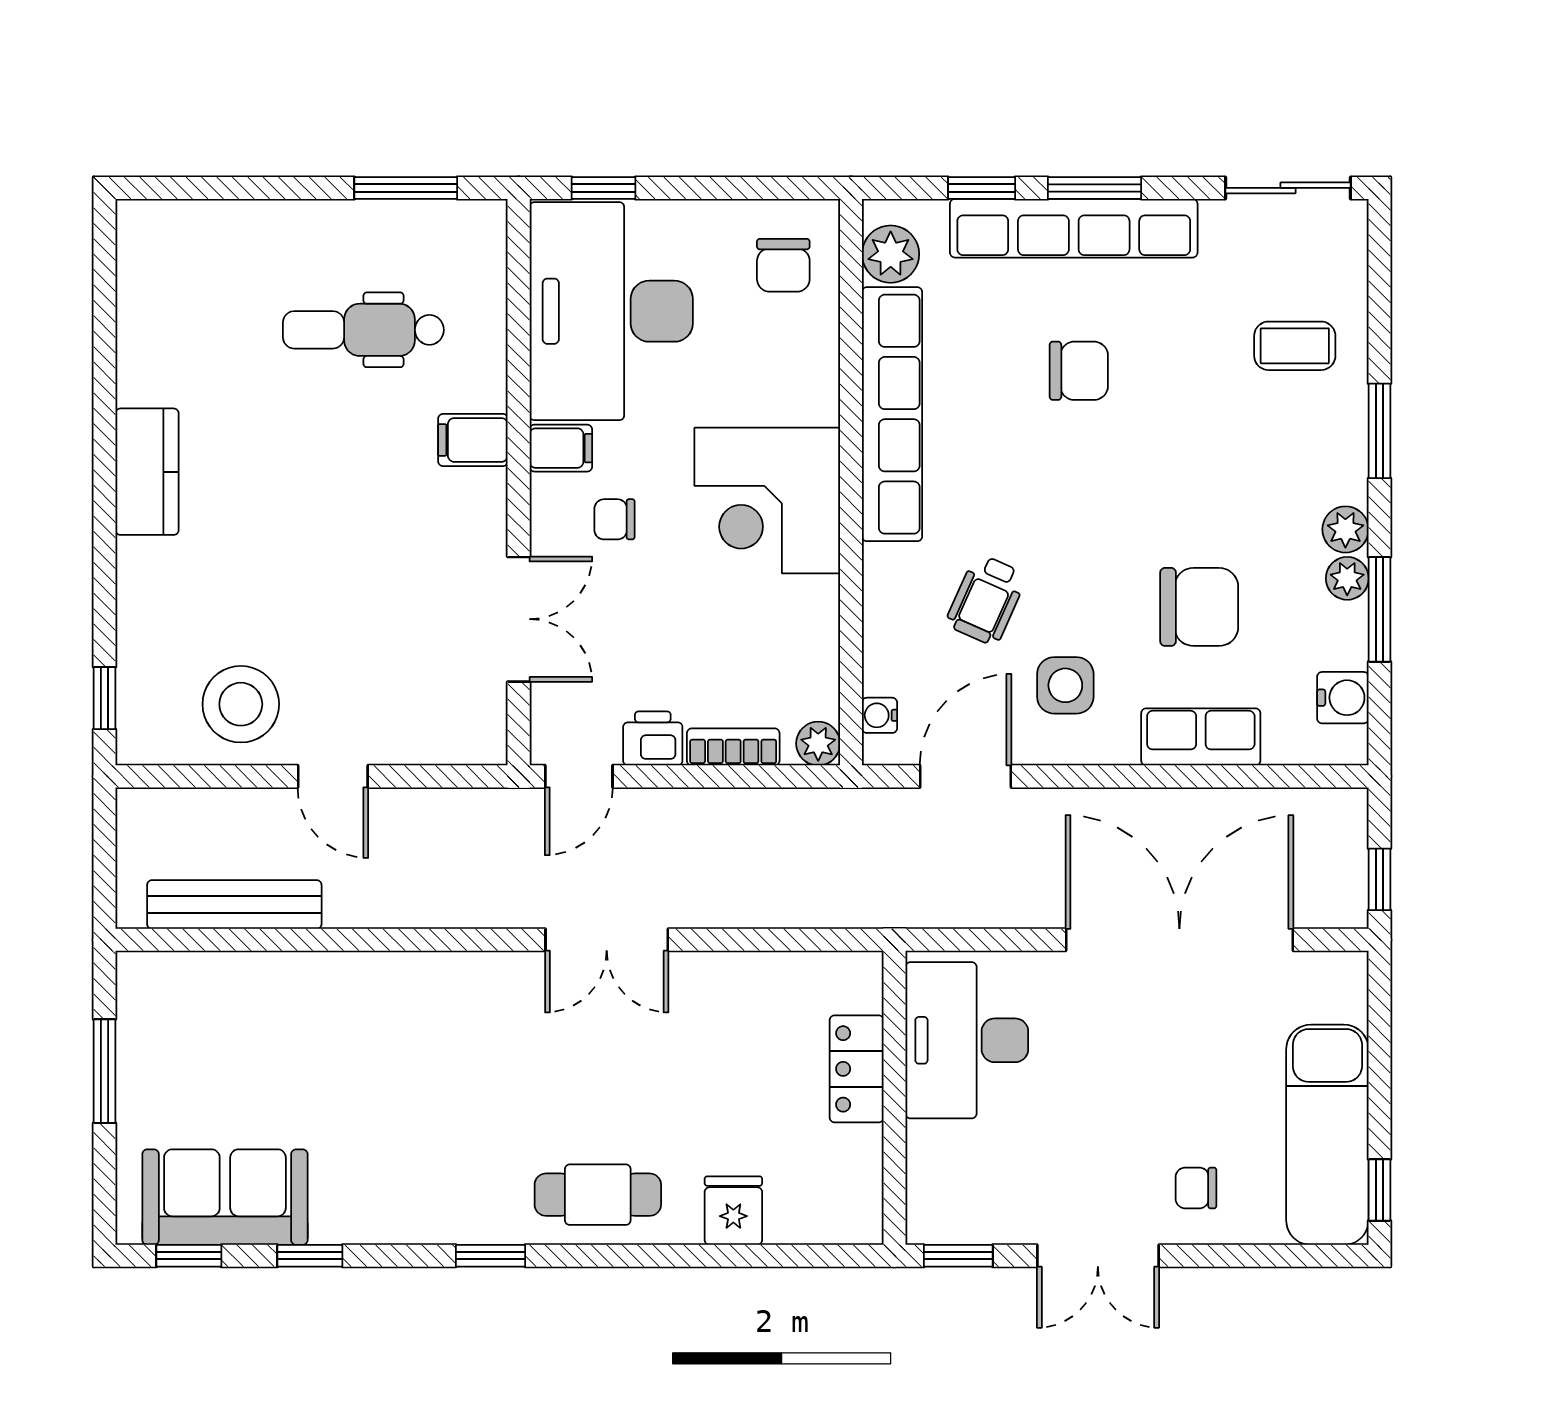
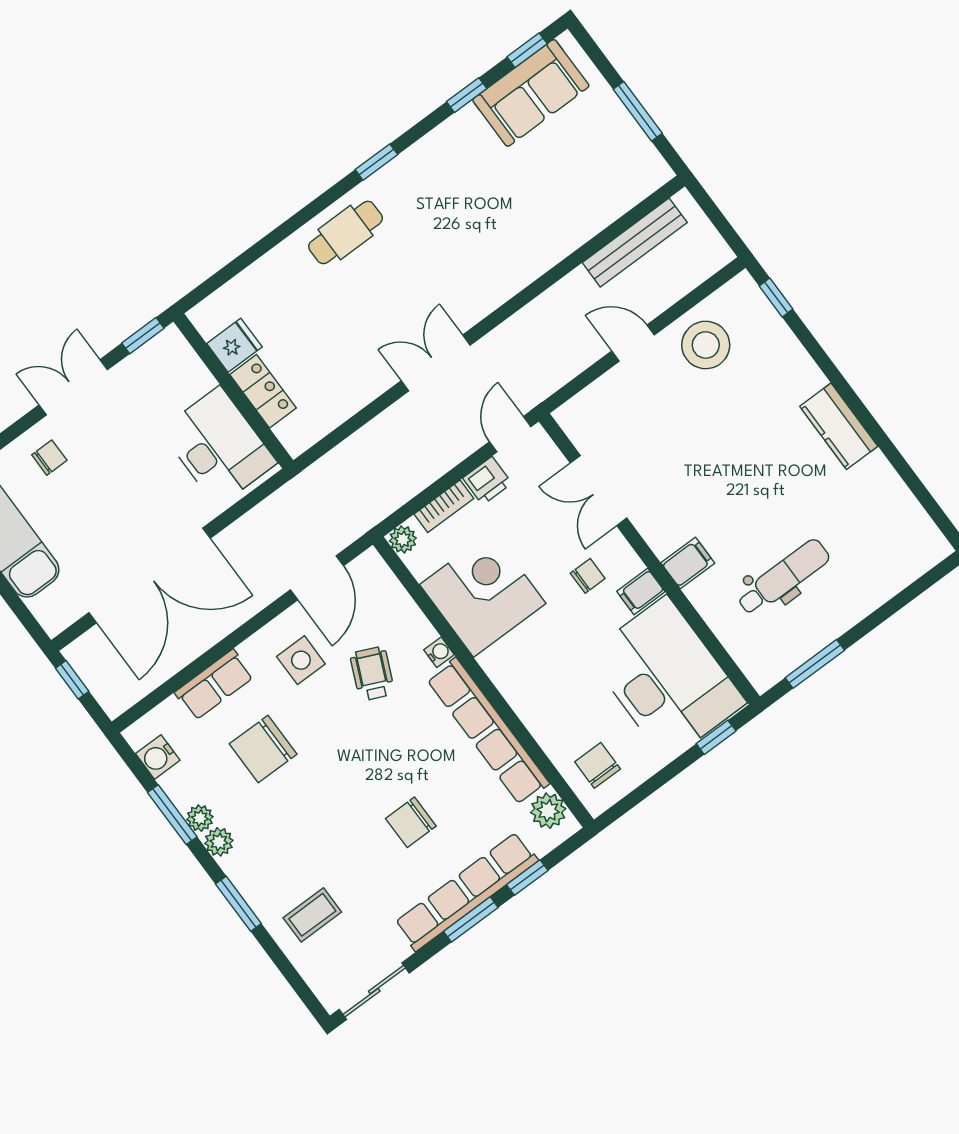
corner desk: (767, 500) -> (483, 594), moved
water cooler: (880, 715) -> (439, 652), moved
fridge: (733, 1211) -> (234, 345), moved, turned -90

